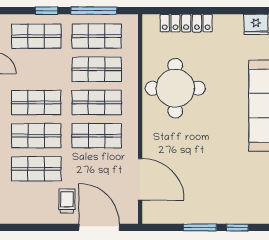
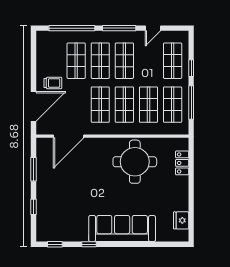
locker: (186, 23) -> (182, 163), width x0.66
window: (200, 227) -> (34, 169), moved

